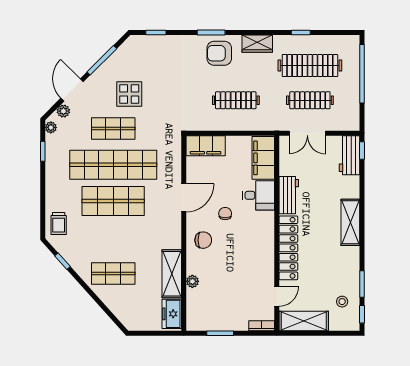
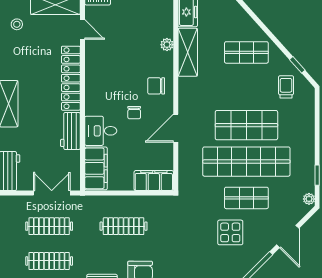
clothes rail: (310, 66) -> (49, 261), width x0.73, depth x0.76
plant: (63, 111) -> (296, 215), removed
trolley: (59, 224) -> (286, 87), moved
door: (277, 296) -> (82, 29), swing flipped

